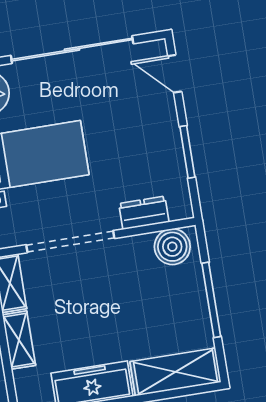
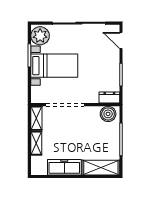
dresser: (144, 213) -> (109, 98), moved

